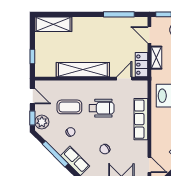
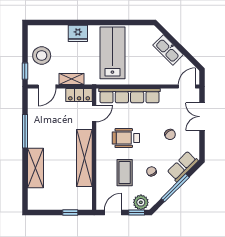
window: (119, 14) -> (25, 131), moved
shelving: (53, 24) -> (35, 168), moved
door: (124, 79) -> (94, 113), swing flipped
wheelchair: (101, 108) -> (126, 138), turned -90
row of seats: (141, 119) -> (129, 96), width x1.36

